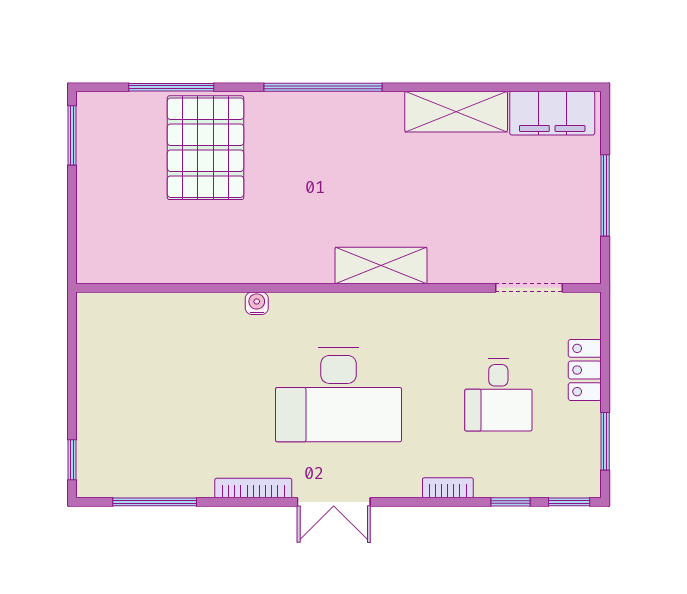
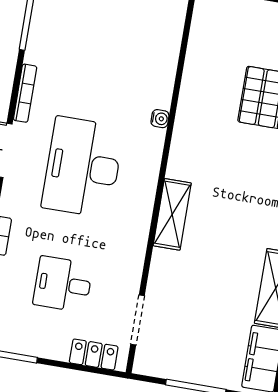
locker: (585, 370) -> (94, 355), moved

